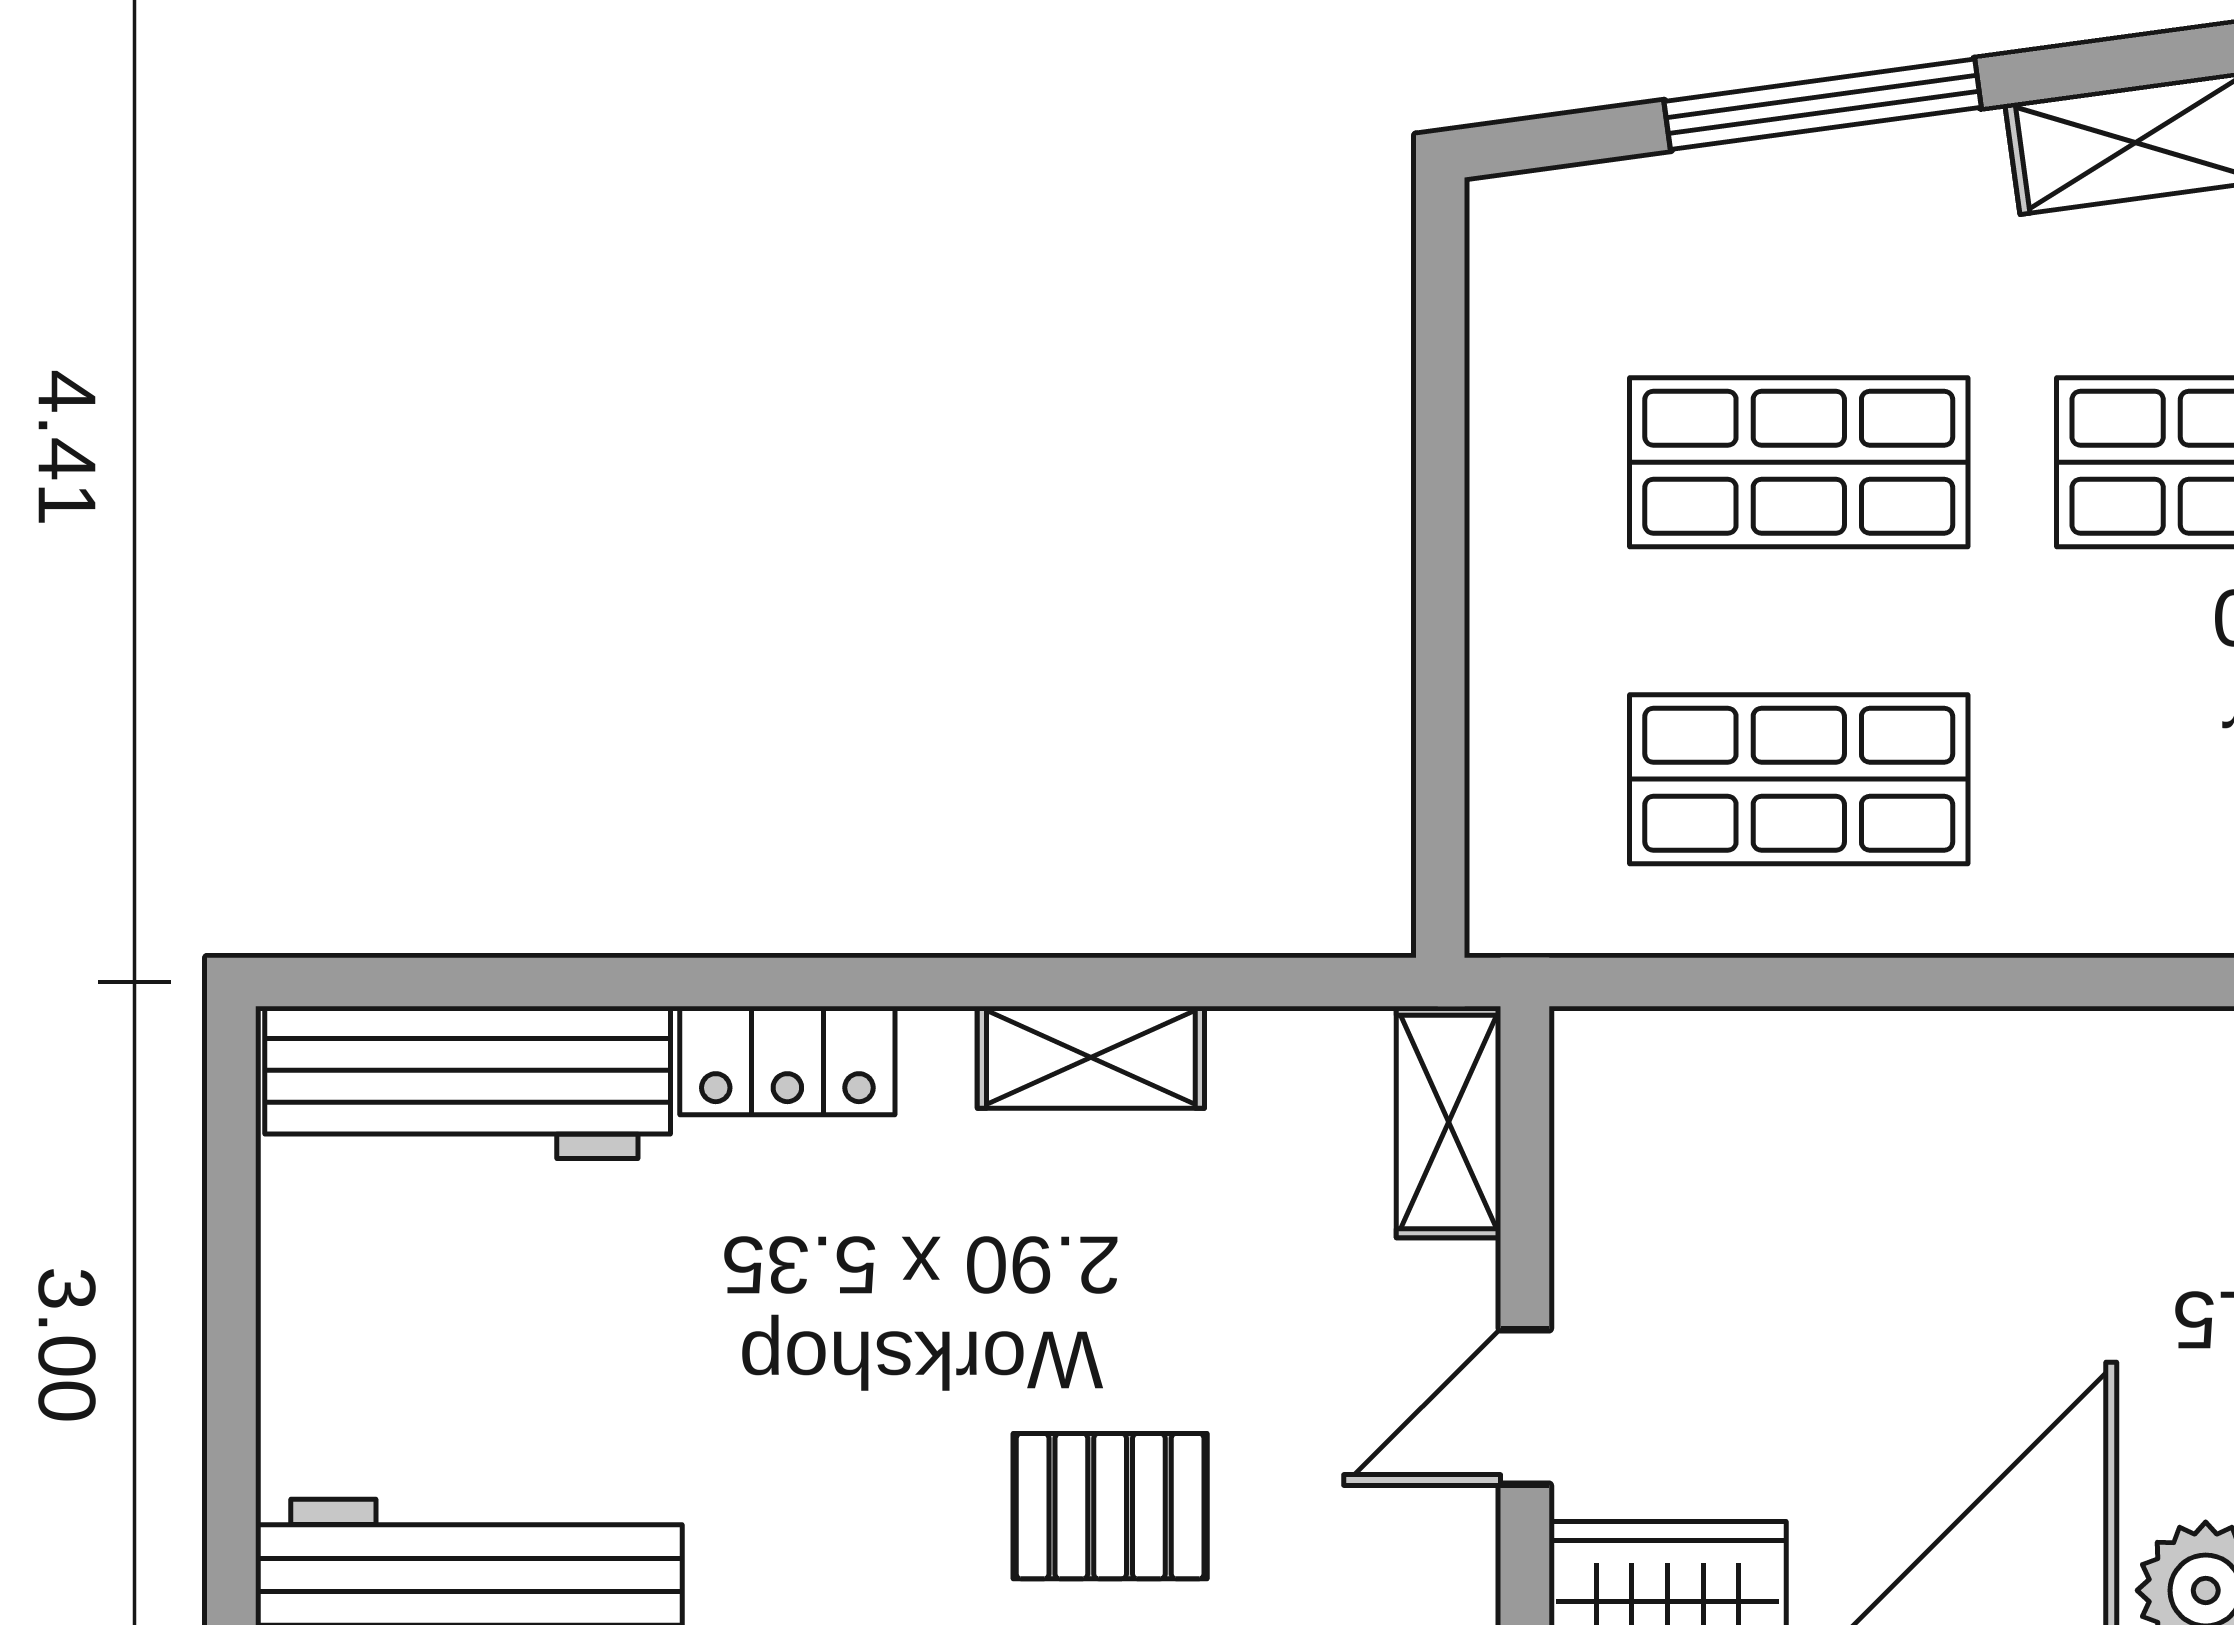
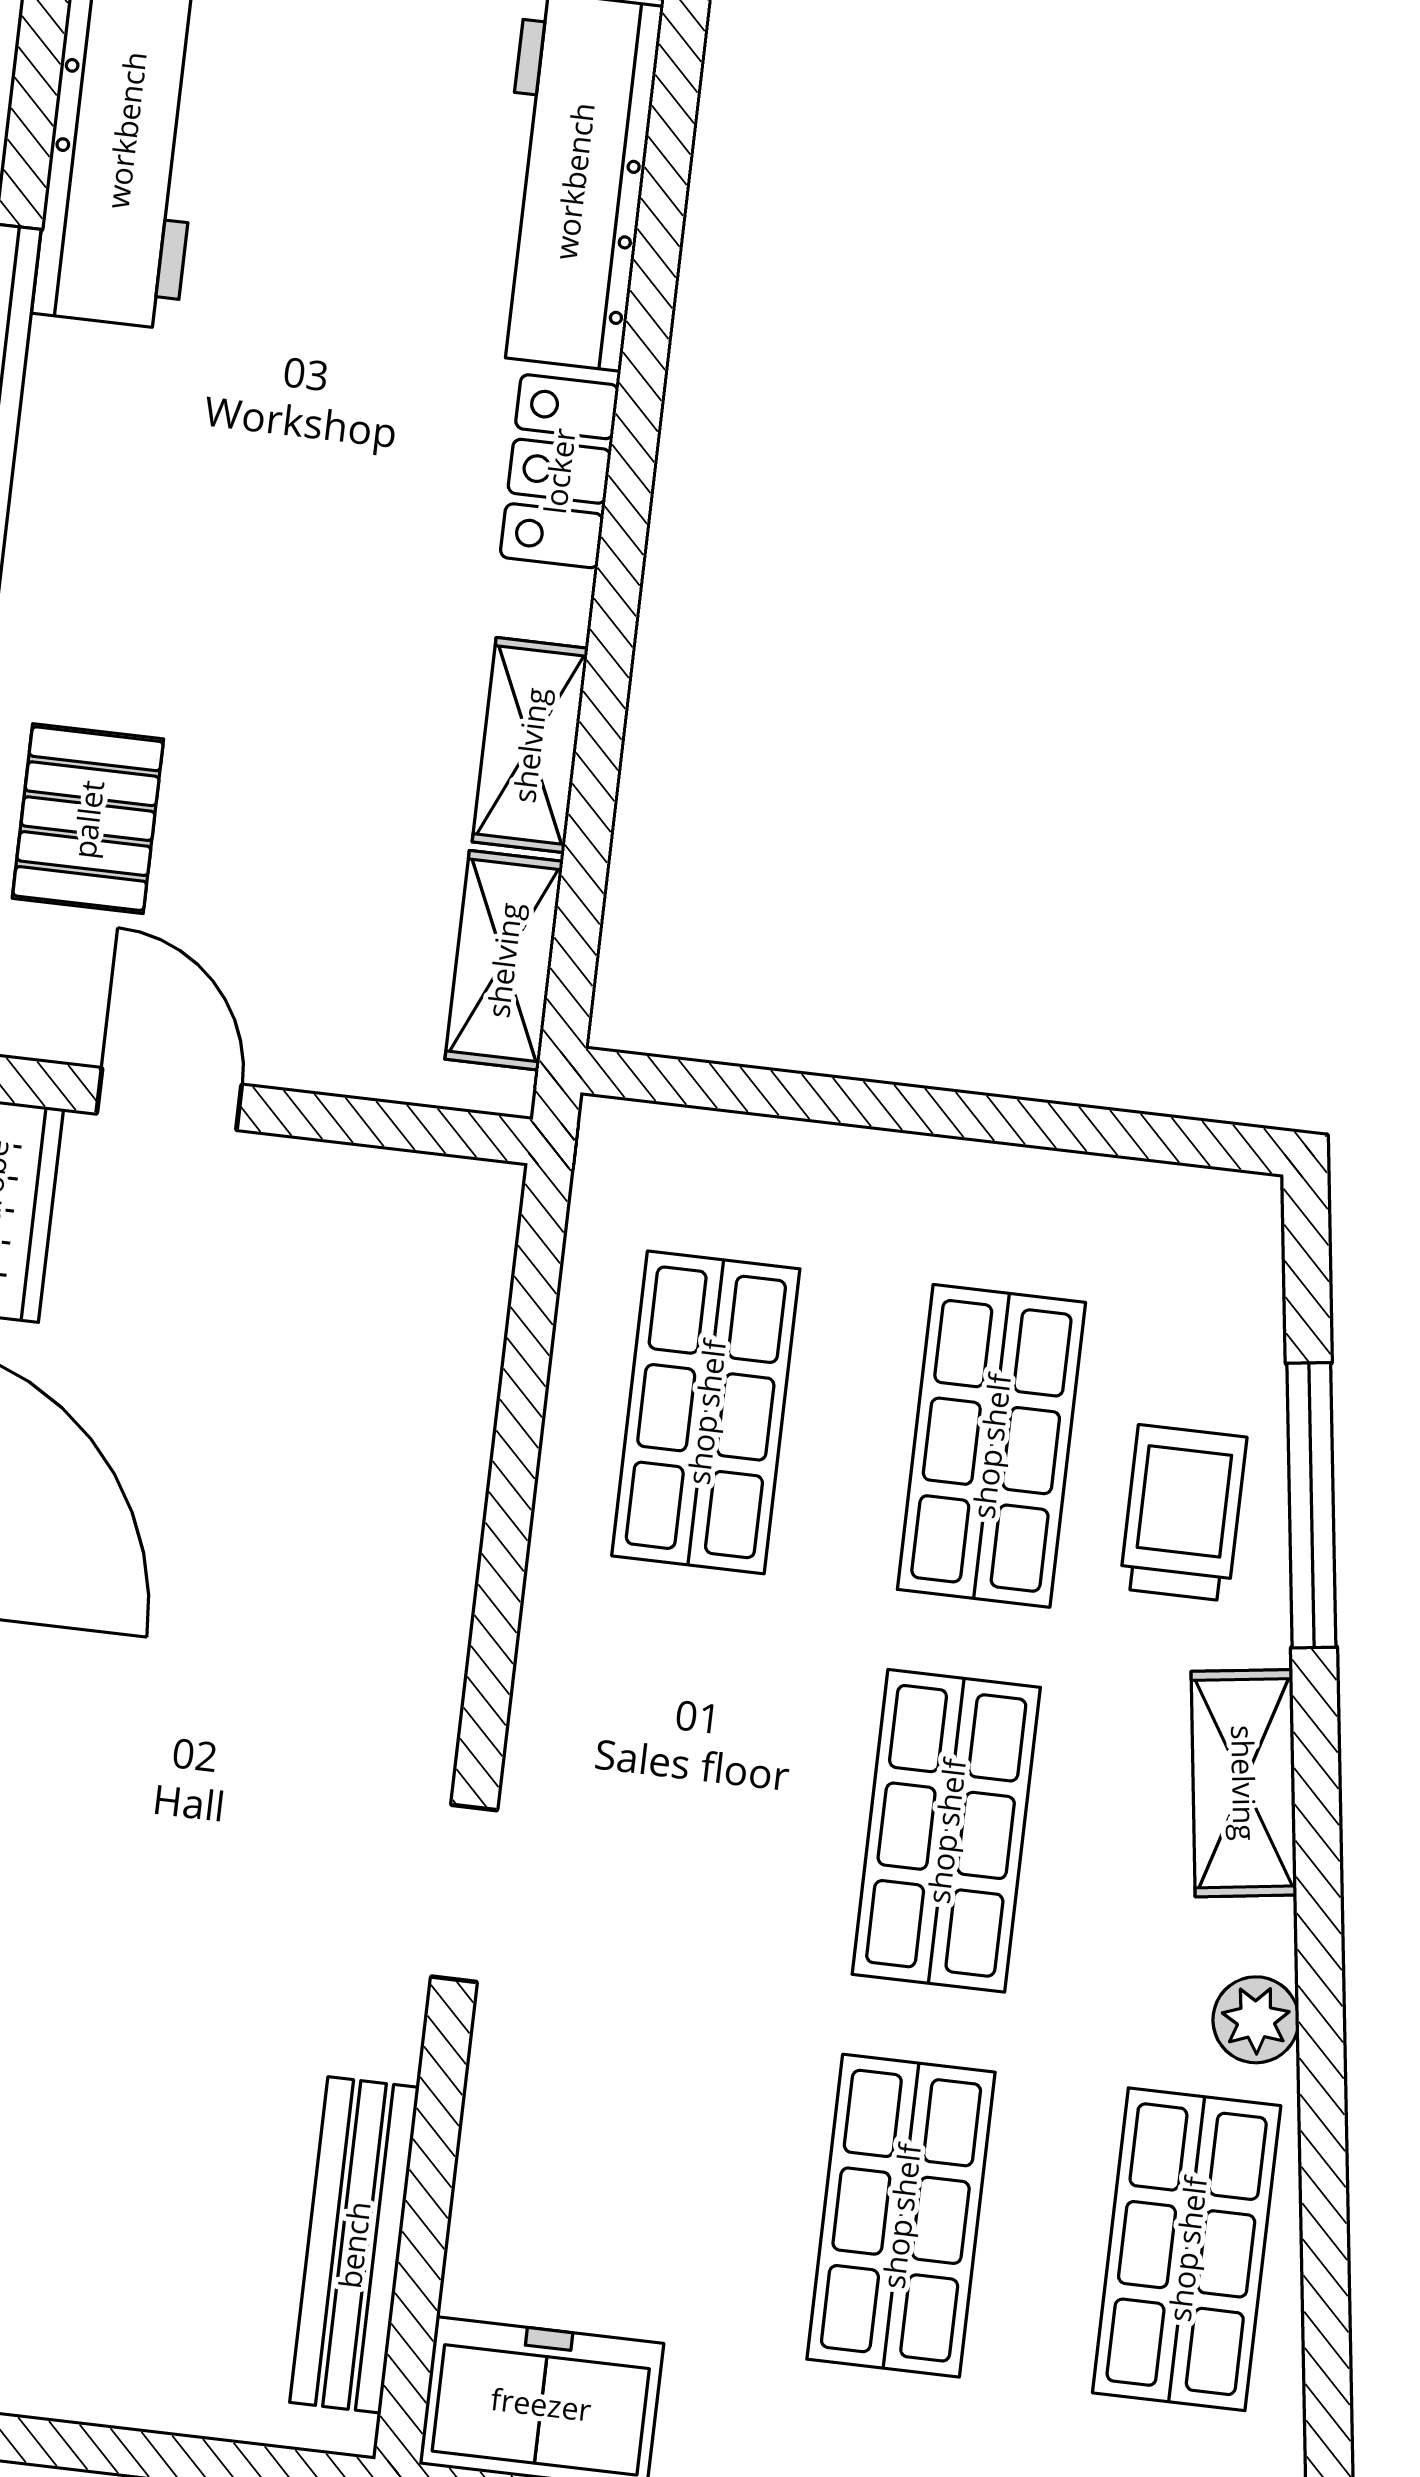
trolley: (1847, 244) -> (1183, 1513), added
shelving: (1449, 1122) -> (504, 960), moved, turned 90
pallet: (1110, 1506) -> (88, 819), moved

